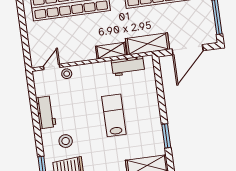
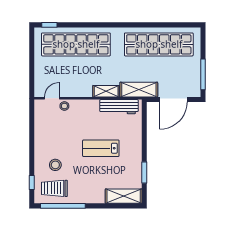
workbench: (128, 66) -> (119, 107), width x1.38
workbench: (46, 112) -> (41, 137), removed
lab bench: (114, 115) -> (101, 148), turned -90

